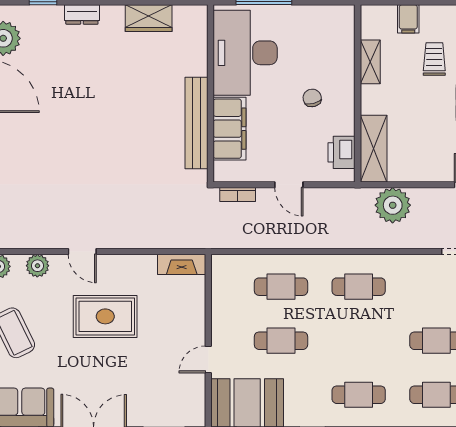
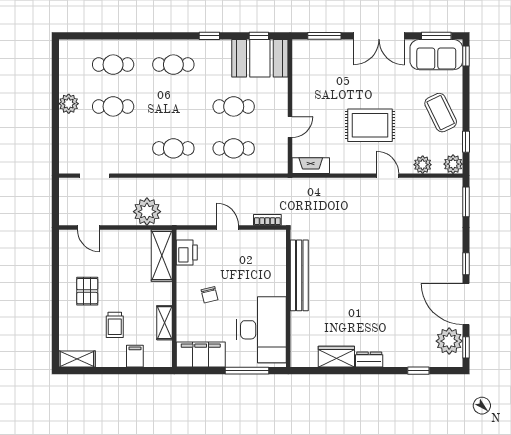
dresser: (82, 14) -> (369, 360), moved
filing cabinet: (230, 129) -> (201, 354), moved, turned 90
door: (208, 360) -> (290, 127), moved

